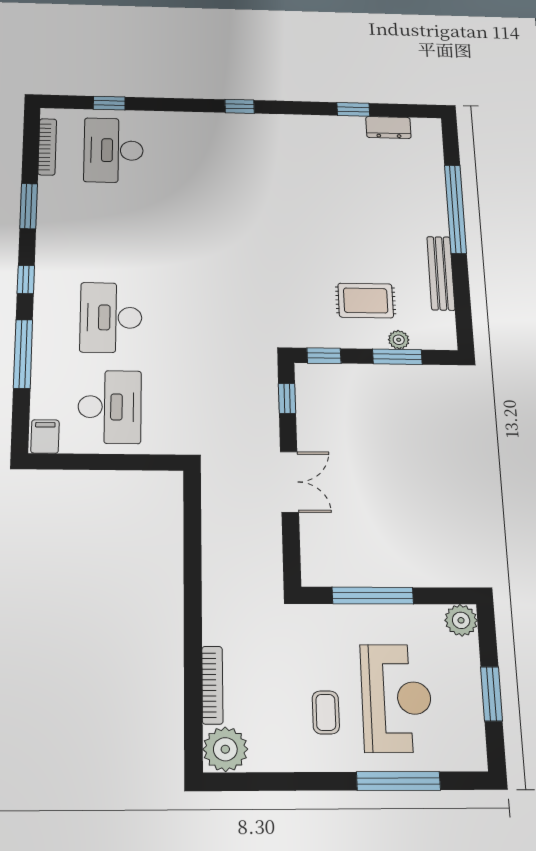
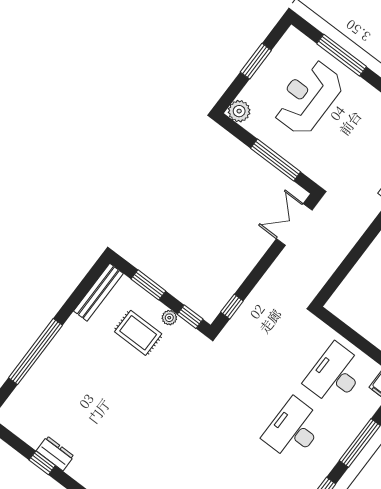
dresser: (388, 127) -> (55, 453), moved
bench: (441, 273) -> (98, 292), moved
desk: (111, 318) -> (294, 430), turned 180
plant: (399, 340) -> (169, 318), moved
double door: (289, 482) -> (294, 224), moved
coffee table: (326, 712) -> (351, 118), removed

